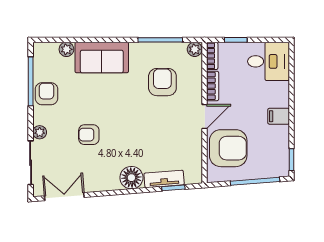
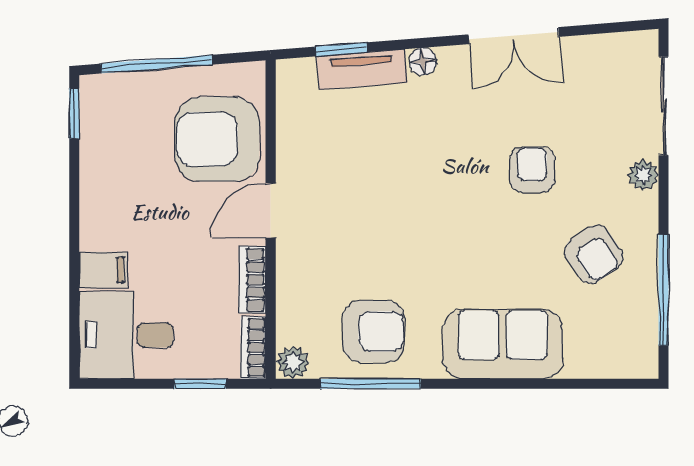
plant: (66, 49) -> (583, 362), removed
armchair: (162, 82) -> (374, 331), moved, turned -90
armchair: (46, 94) -> (594, 254), moved, turned -34
filing cabinet: (279, 116) -> (103, 270), moved
armchair: (89, 135) -> (532, 170), turned -90
floor lamp: (131, 178) -> (423, 61), width x0.53, depth x0.53
double door: (64, 197) -> (514, 36), moved

